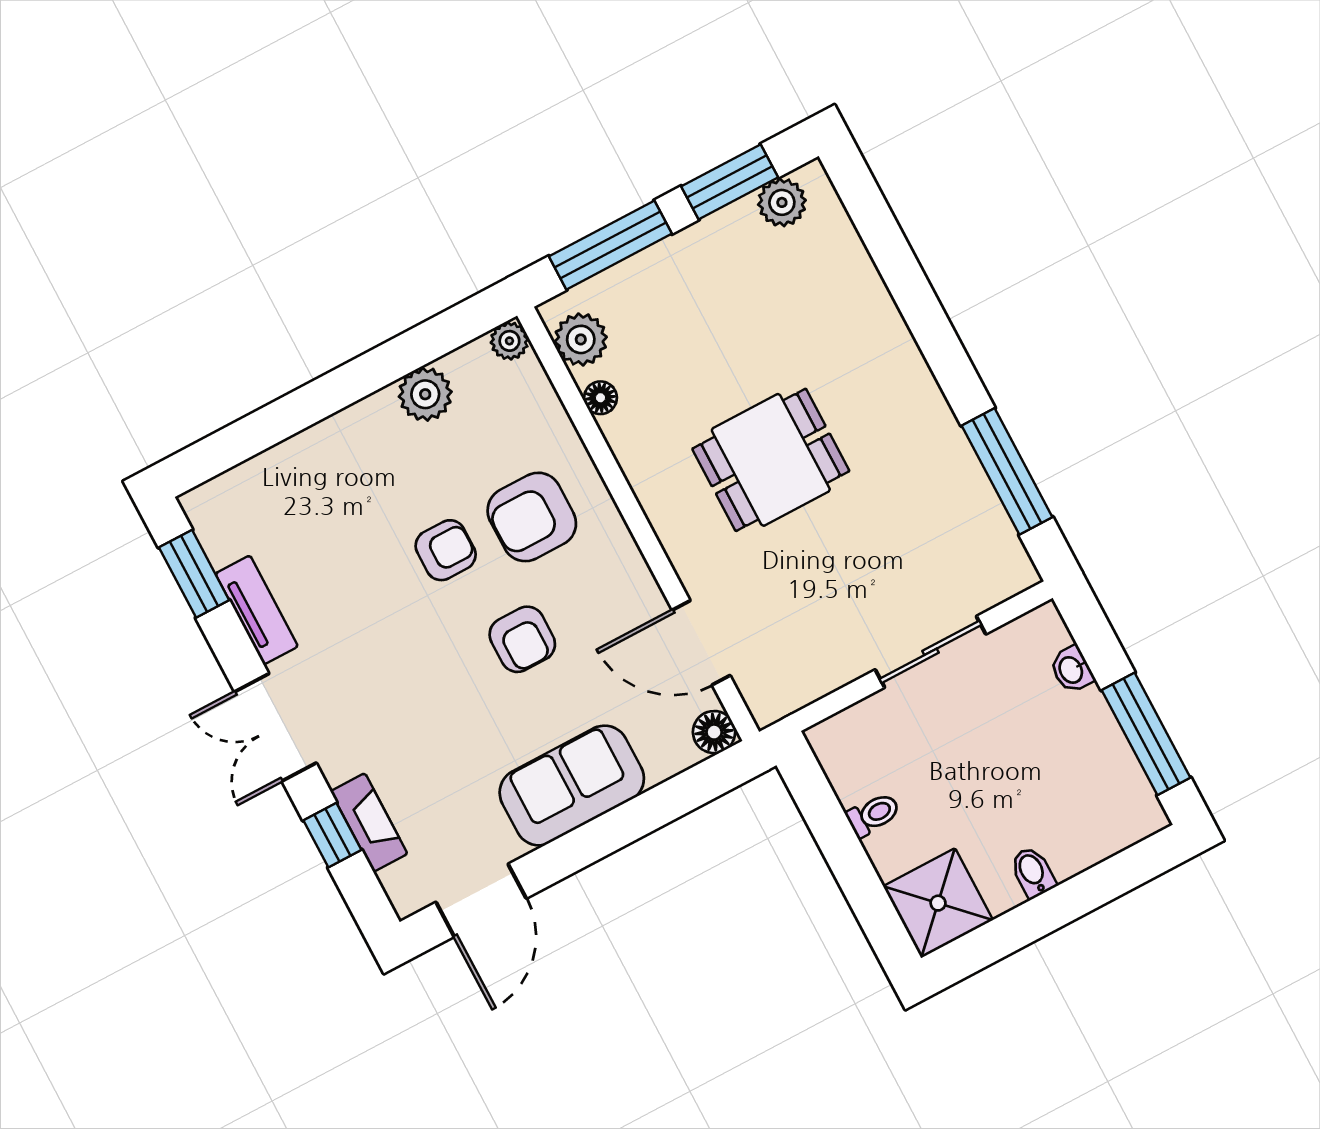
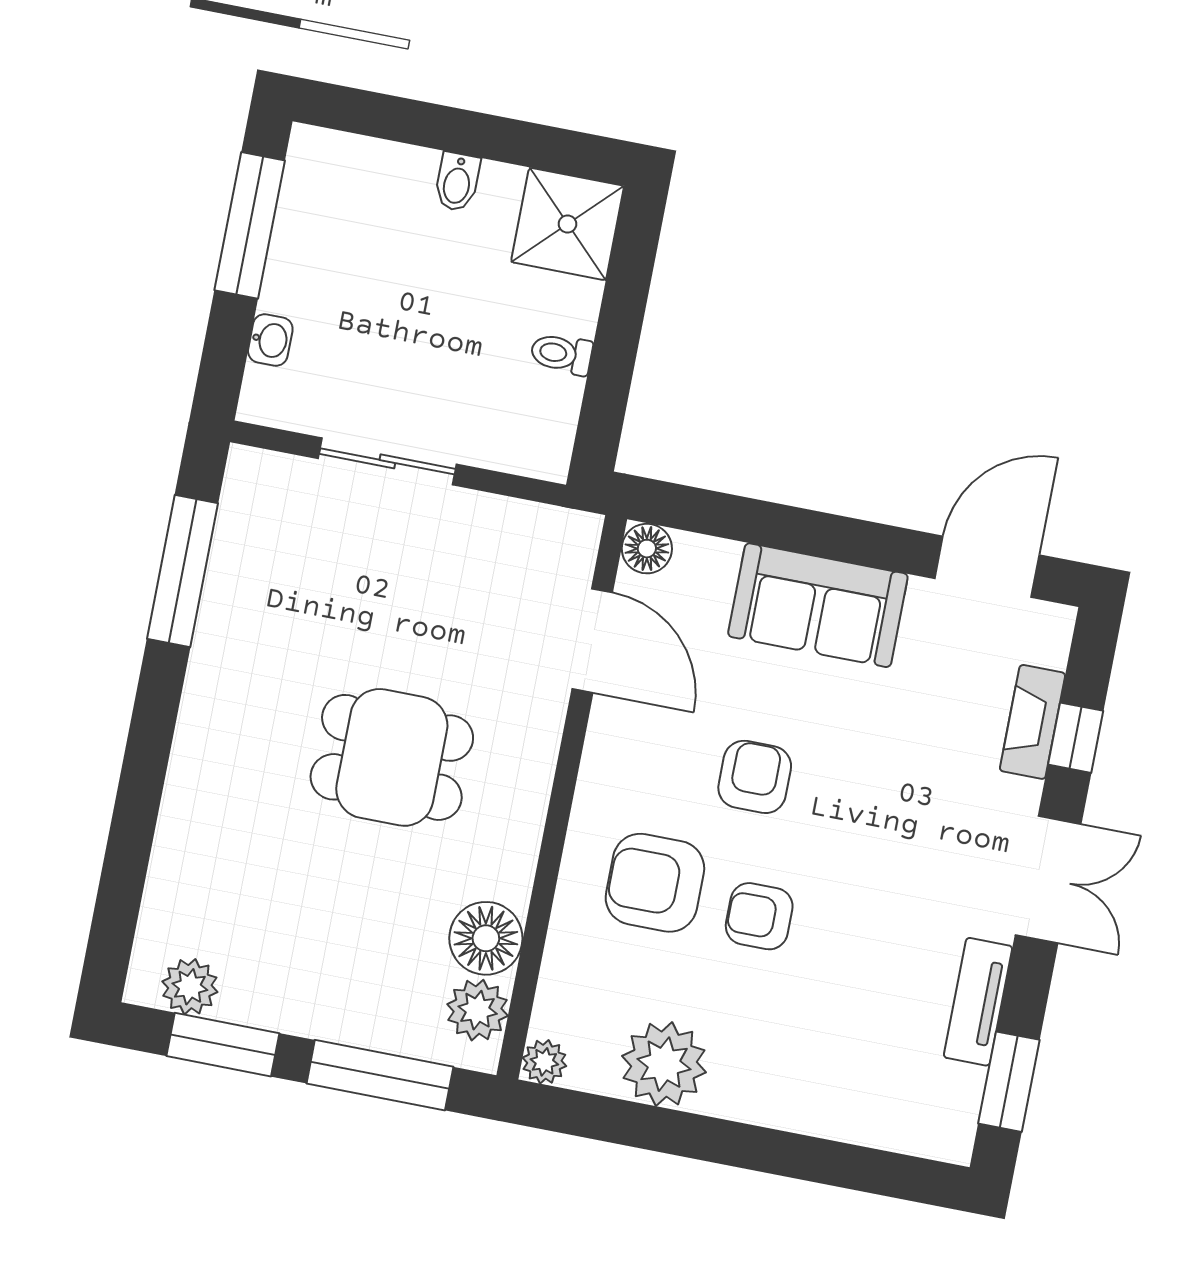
plant: (425, 394) -> (664, 1064), width x1.36, depth x1.36
floor lamp: (600, 398) -> (486, 938), width x1.89, depth x1.89
armchair: (532, 517) -> (655, 883), turned 180

